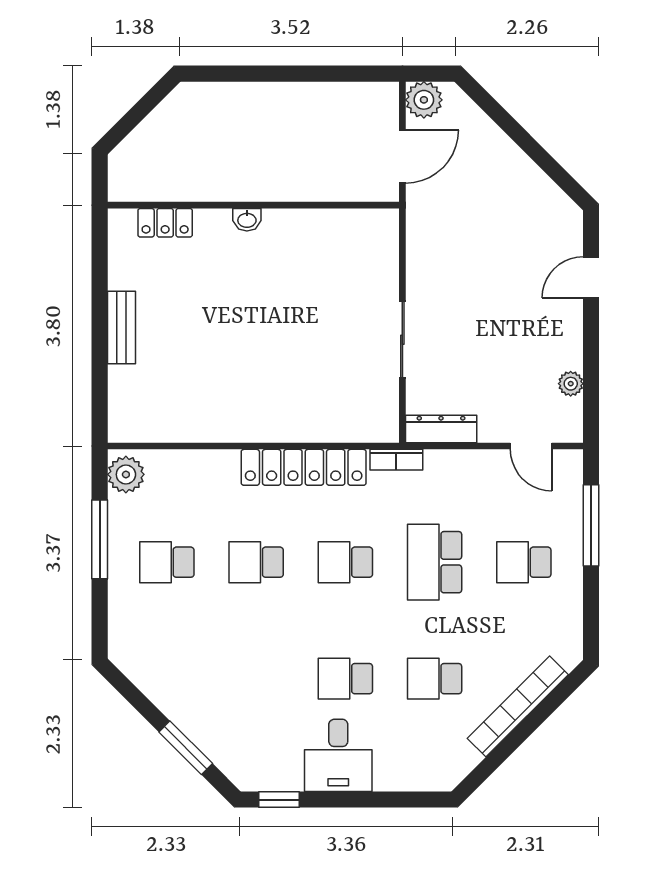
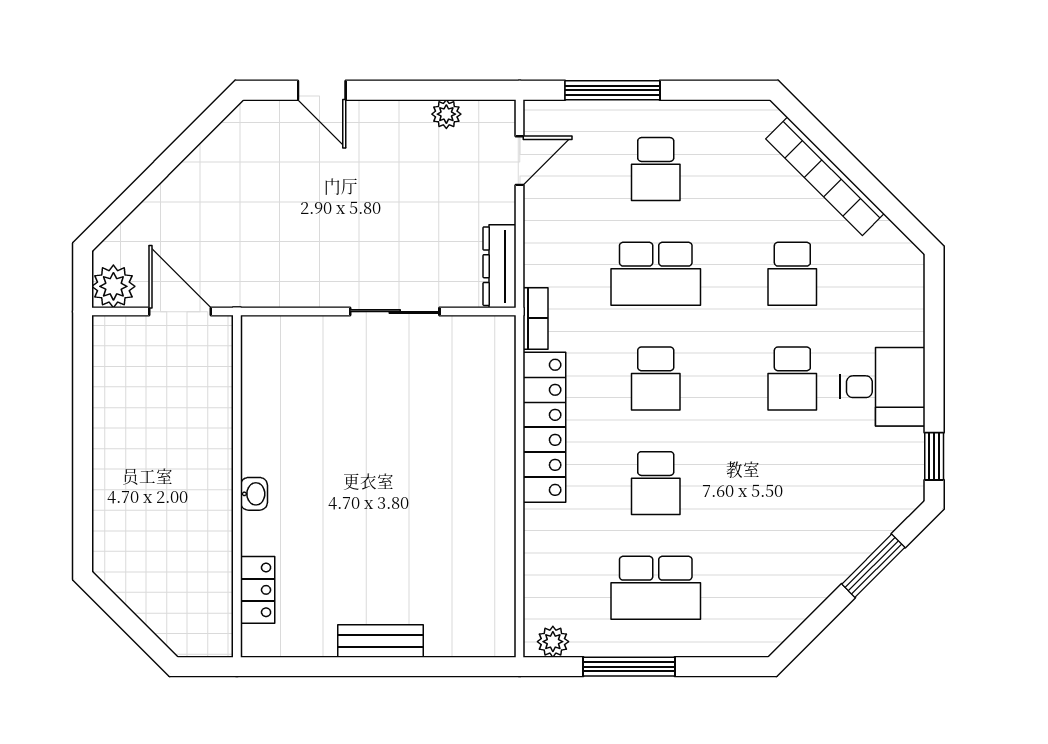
plant: (126, 474) -> (553, 642), width x0.73, depth x0.73
school desk: (167, 562) -> (656, 588), width x1.85

